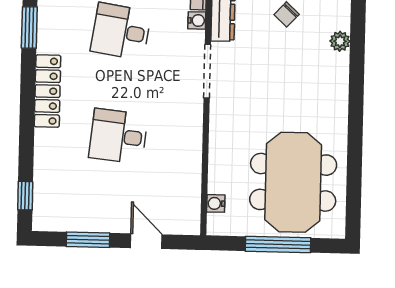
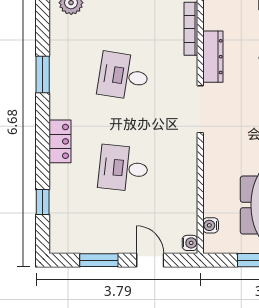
water cooler: (197, 20) -> (190, 243), moved
locker: (48, 91) -> (60, 141), width x0.66
window: (25, 196) -> (43, 202), moved

